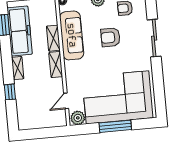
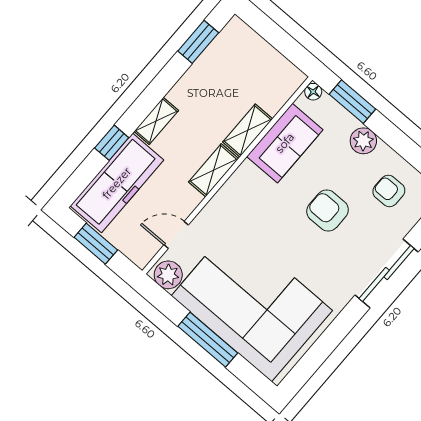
freezer: (20, 31) -> (117, 183), moved
sofa: (72, 35) -> (285, 143), width x0.73
window: (41, 133) -> (96, 244), added

